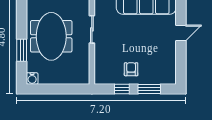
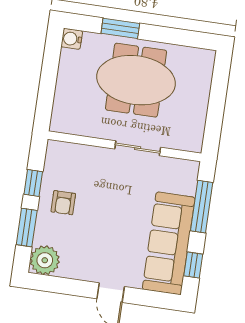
armchair: (131, 69) -> (63, 203), turned 90
plant: (167, 75) -> (45, 260), added

